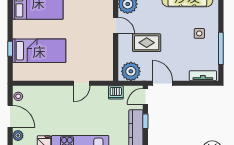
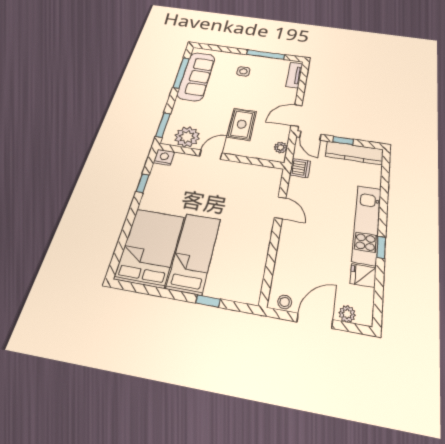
bed: (39, 51) -> (194, 253), moved
plant: (131, 71) -> (281, 148), width x0.53, depth x0.53

